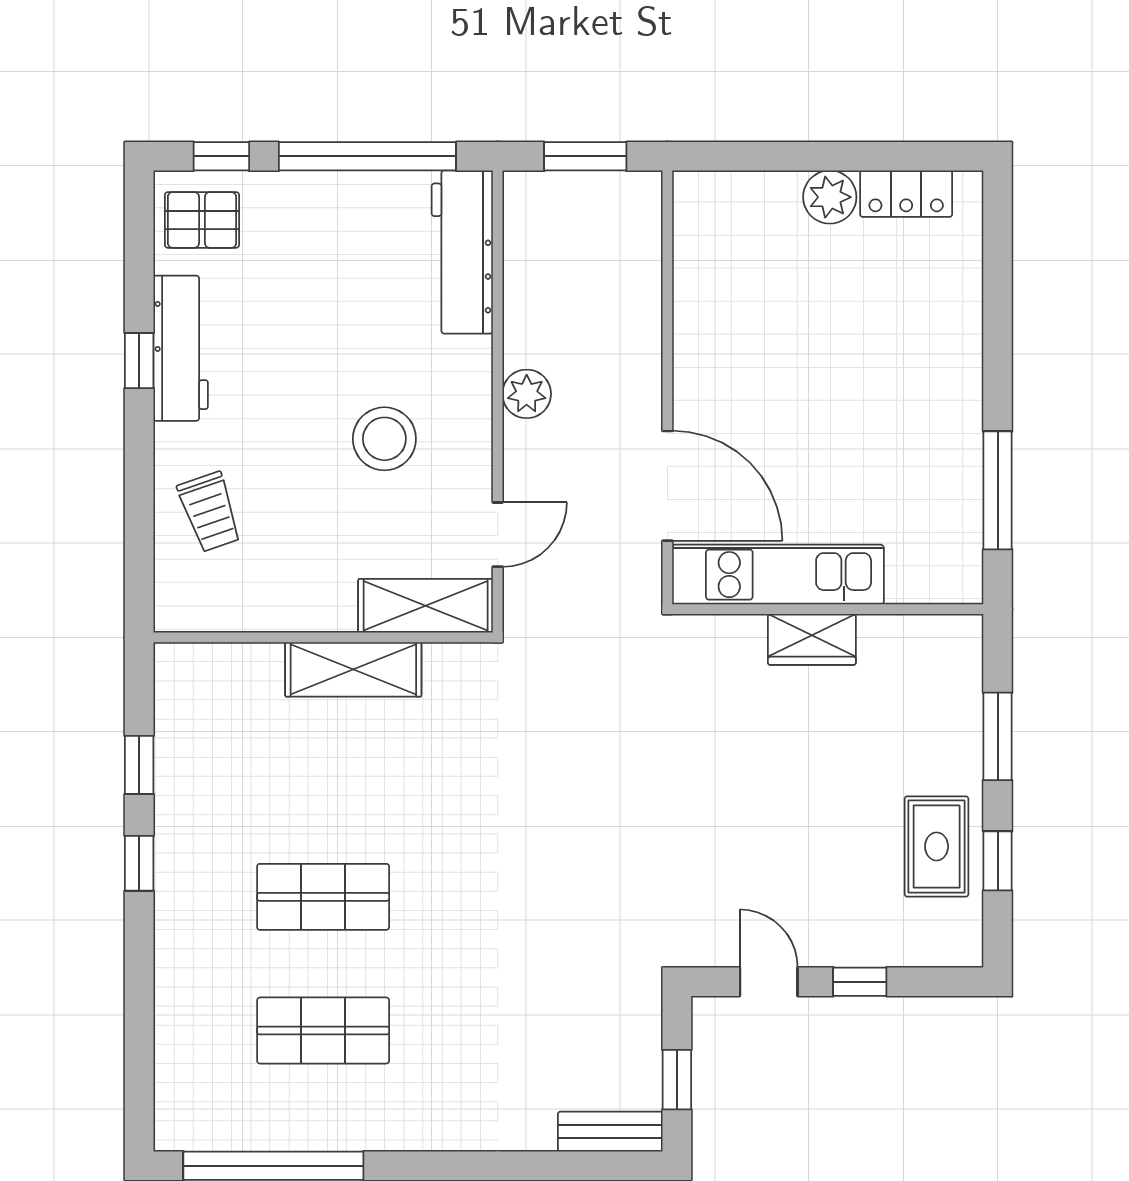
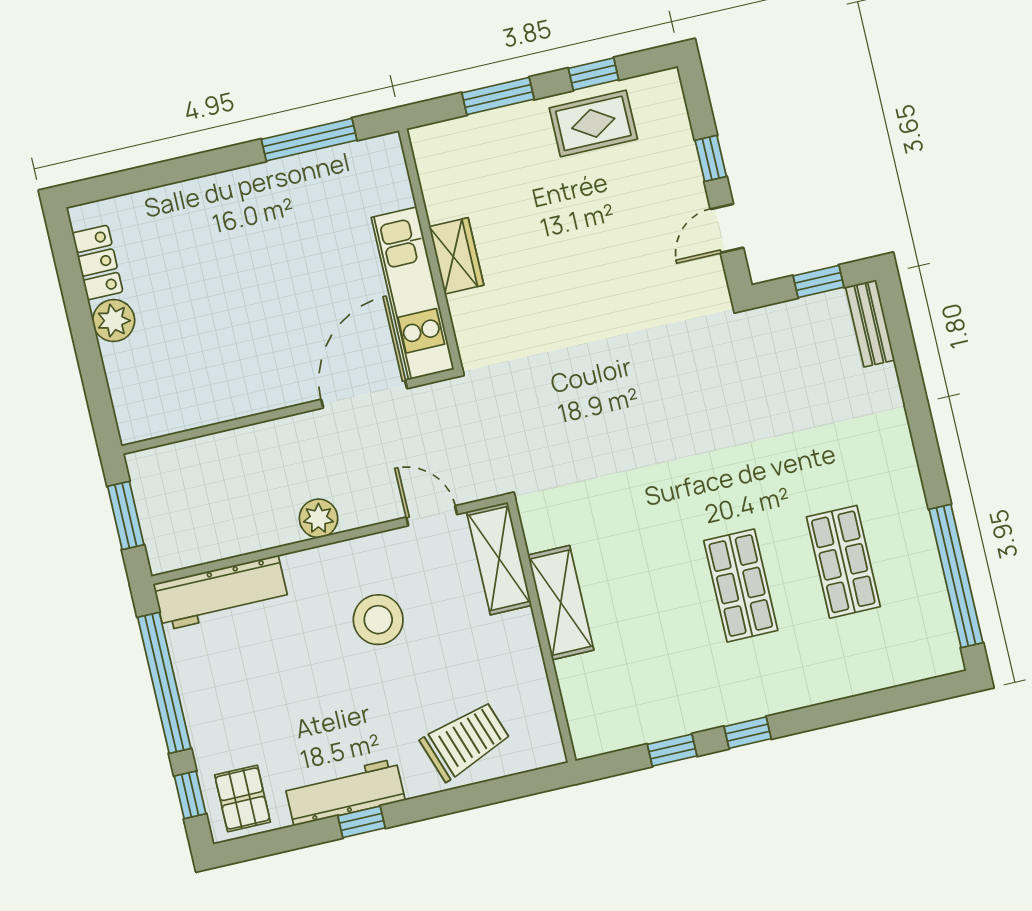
trolley: (210, 512) -> (465, 741), width x1.36, depth x1.39

